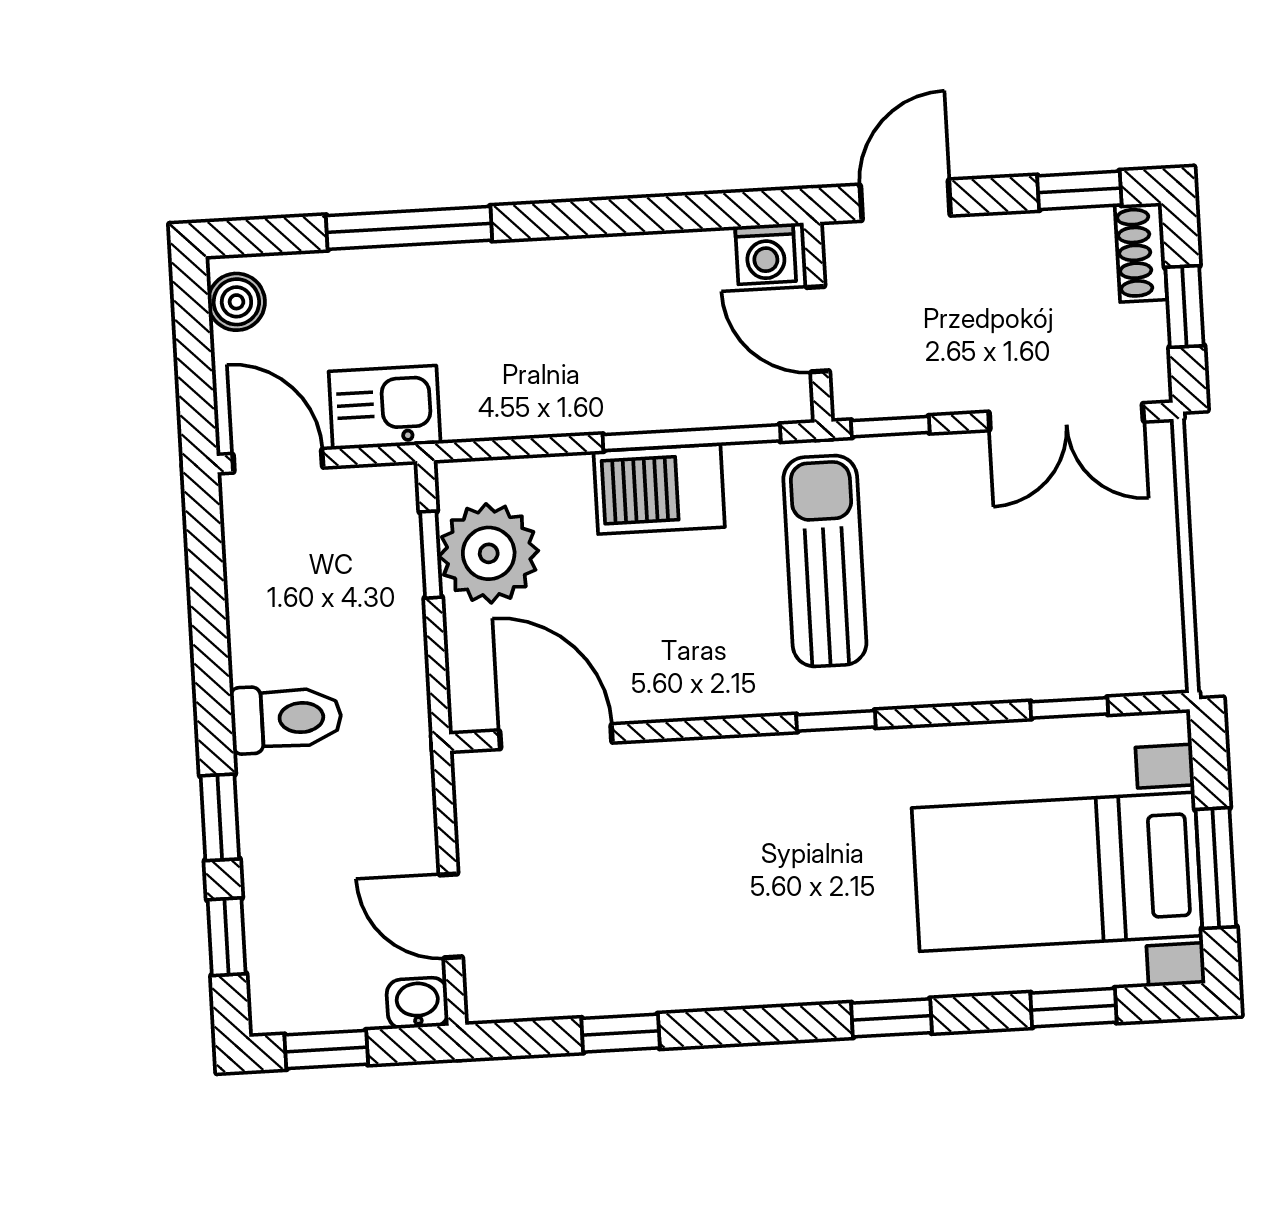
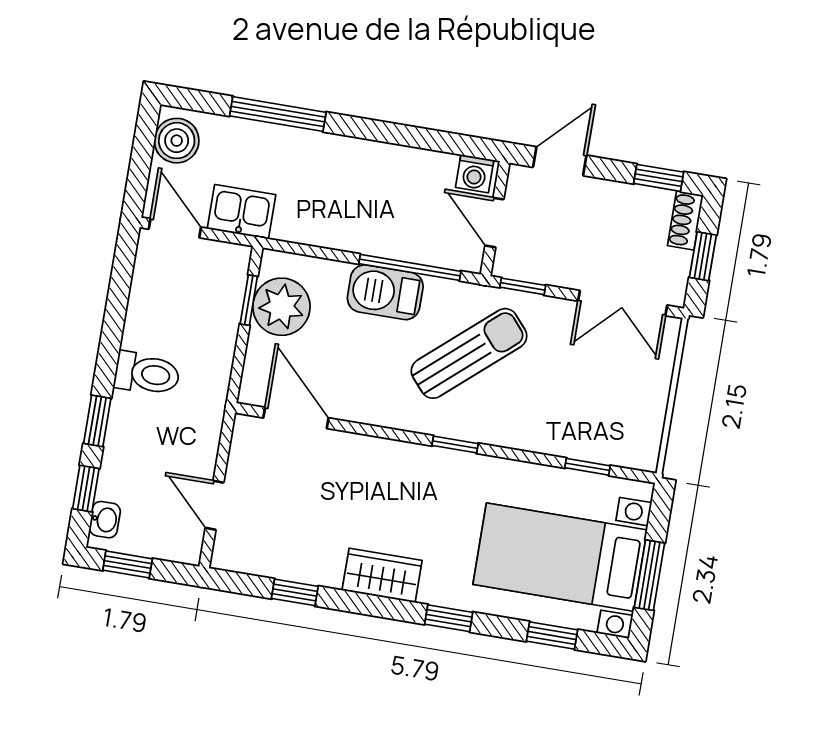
boiler: (236, 302) -> (177, 141), width x1.36, depth x1.36
sun lounger: (825, 561) -> (469, 353), turned 49
wardrobe: (762, 971) -> (382, 575), added
washbasin: (417, 1003) -> (105, 520), moved, turned 90

